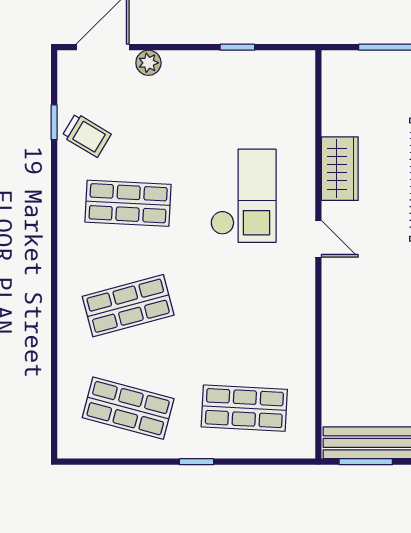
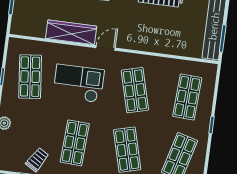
shop shelf: (244, 101) -> (30, 77), added
wardrobe: (340, 169) -> (71, 32), width x1.50
shop shelf: (244, 306) -> (135, 90), added

